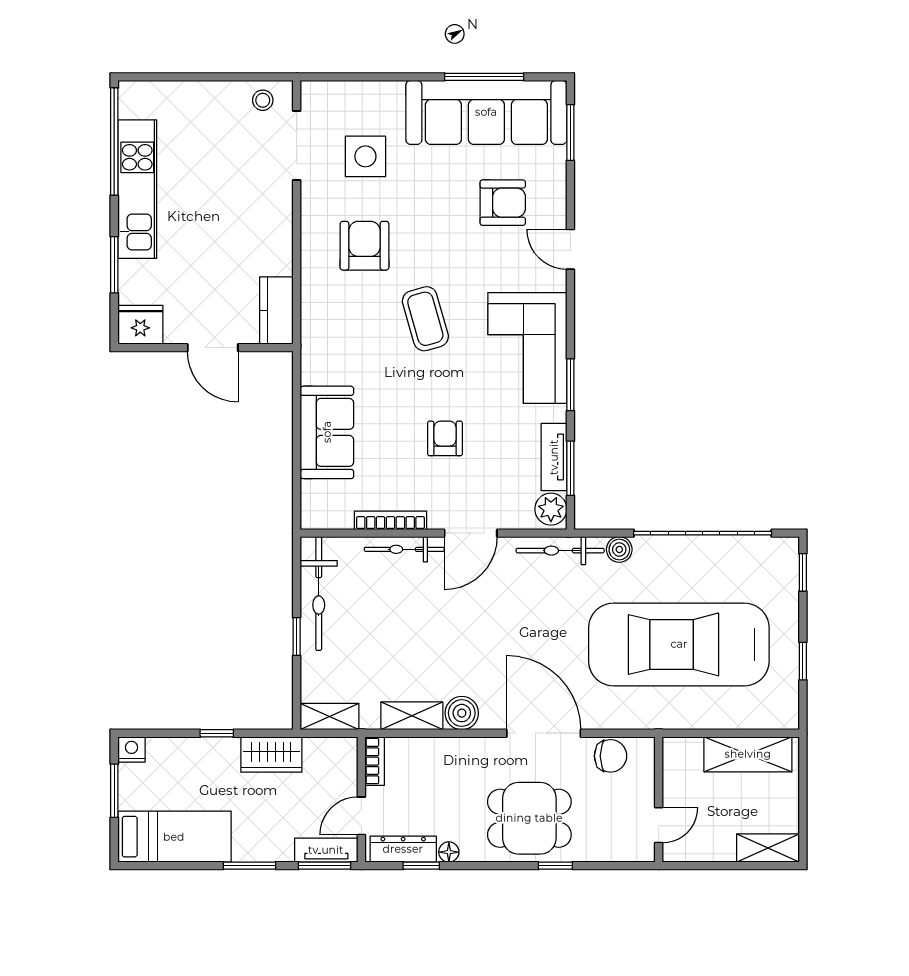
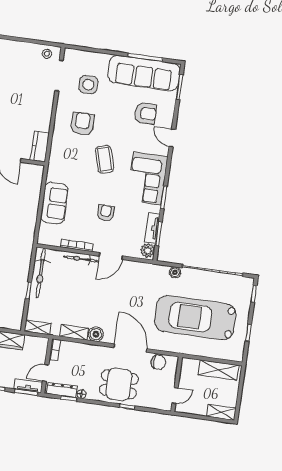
bicycle: (560, 551) -> (149, 269), removed

